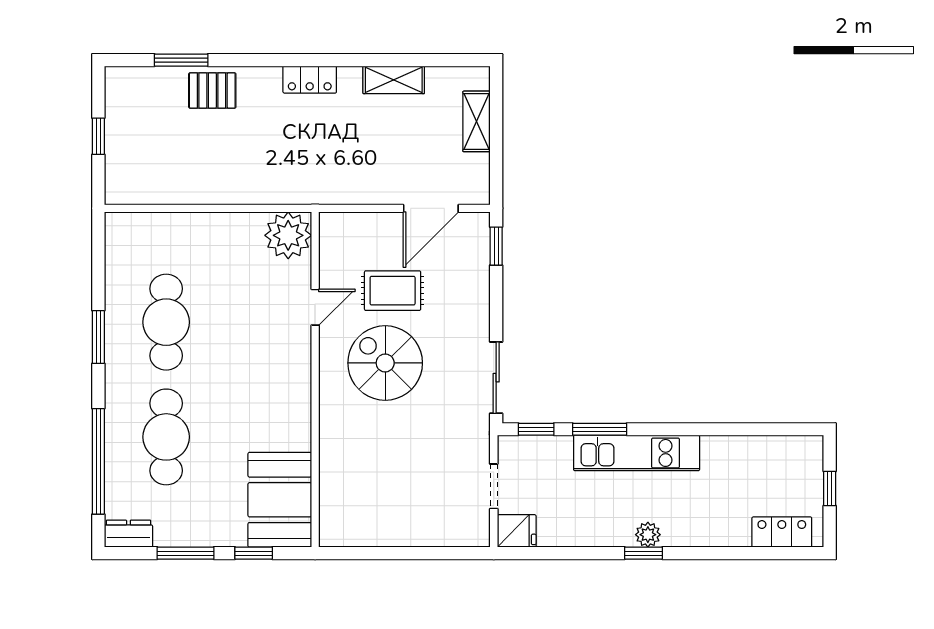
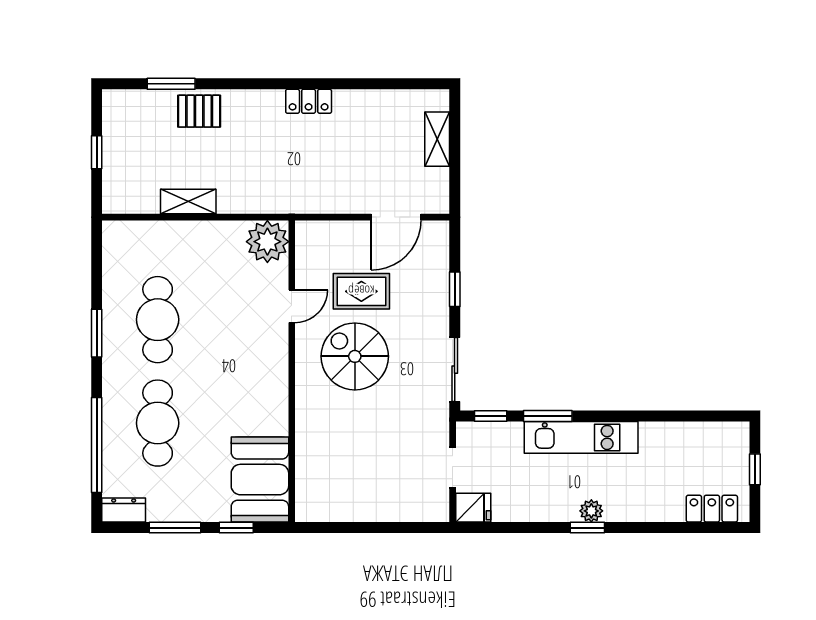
locker: (310, 80) -> (309, 101), moved
shelving: (394, 80) -> (188, 202), moved
window: (496, 246) -> (455, 289), moved

